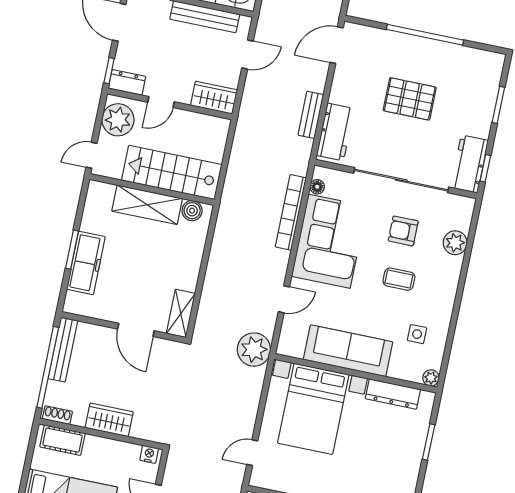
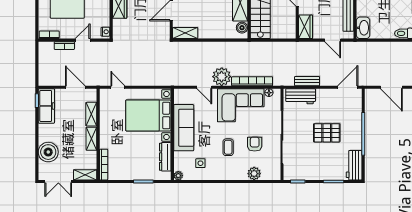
door: (337, 45) -> (348, 87), hinge flipped
pallet: (410, 99) -> (327, 133), turned 90
workbench: (469, 164) -> (354, 165), moved, turned -90
plant: (254, 350) -> (222, 77), moved

